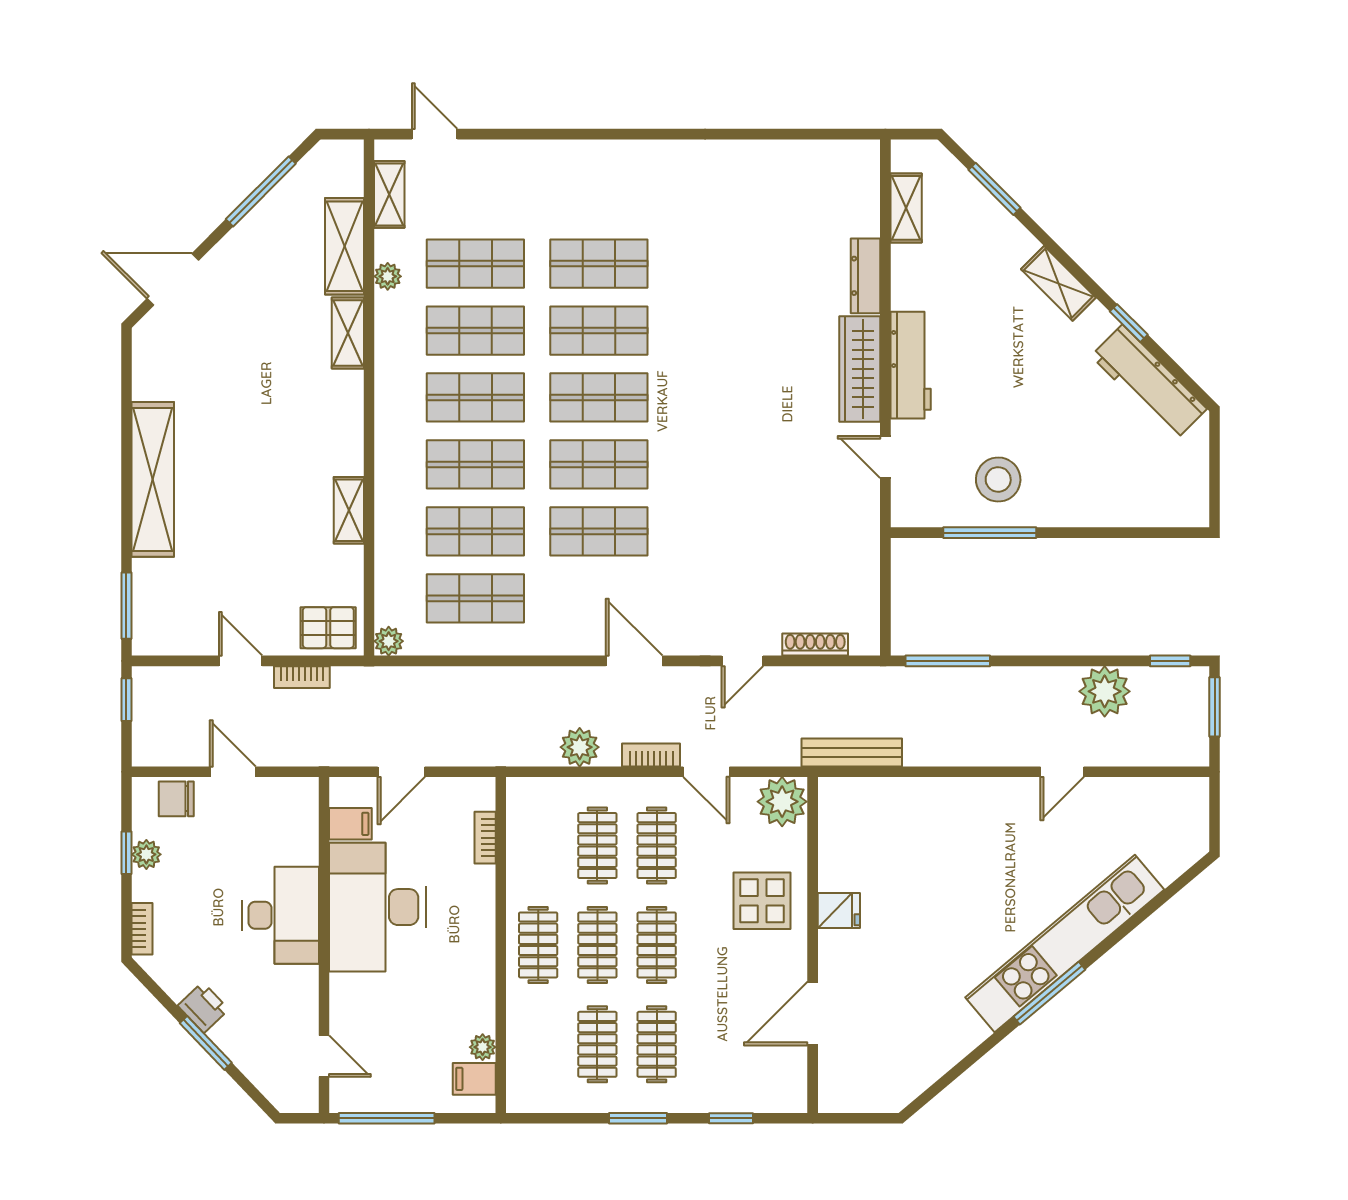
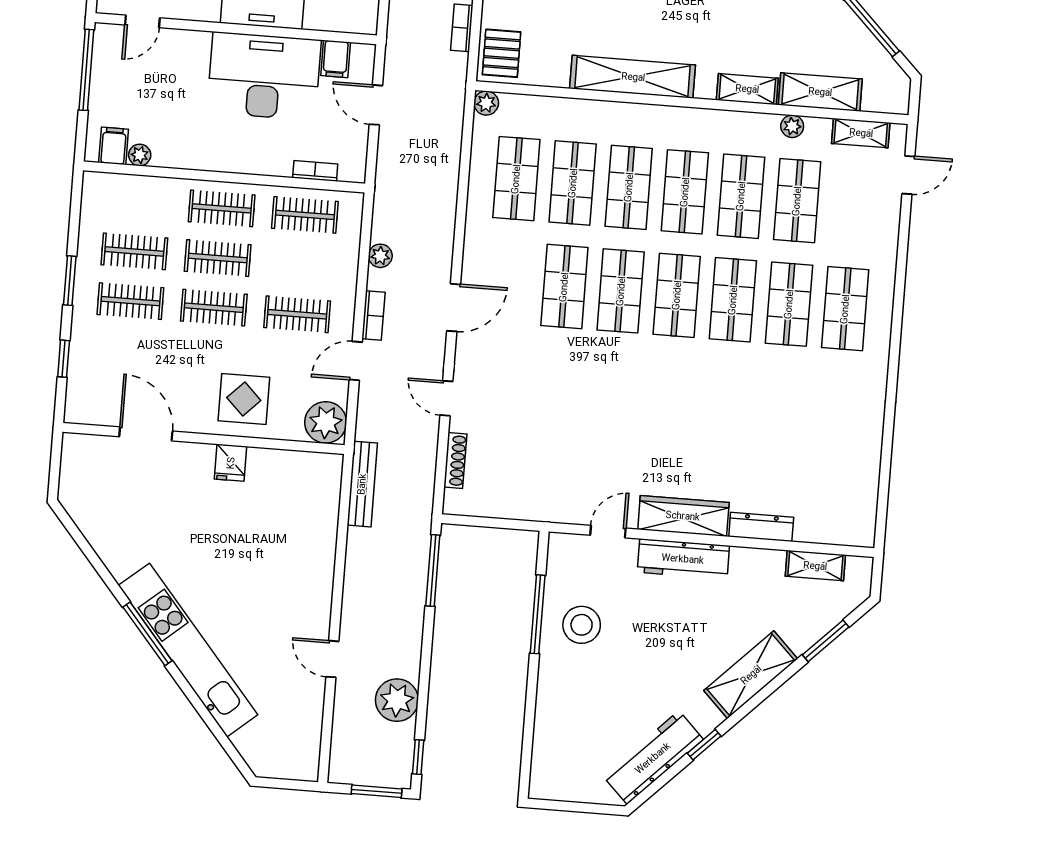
shop shelf: (599, 197) -> (845, 309), added
shelving: (1058, 283) -> (751, 675), width x1.50, depth x1.33
shelving: (349, 510) -> (633, 77), width x2.20, depth x1.33
plant: (580, 747) -> (380, 256), width x0.73, depth x0.73
clothes rail: (597, 846) -> (305, 215), moved

